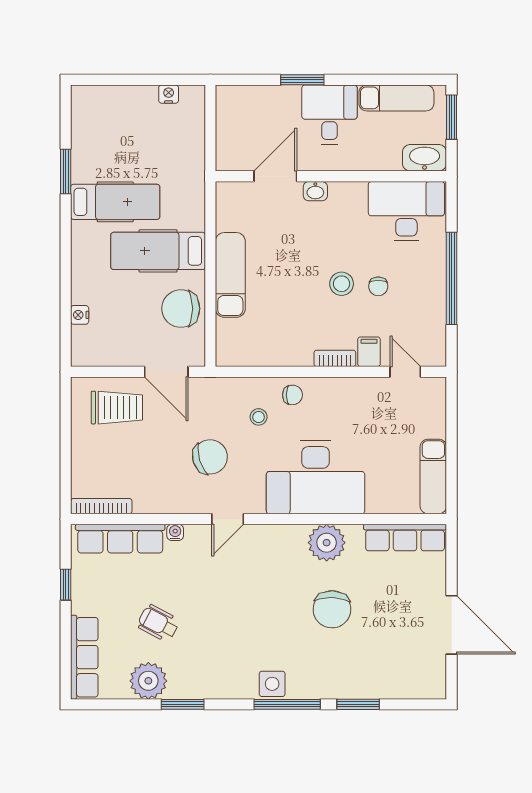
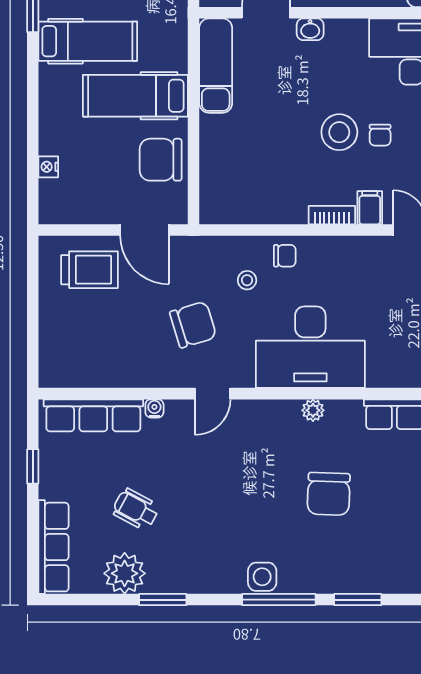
exam couch: (230, 275) -> (216, 66), moved
stool: (342, 284) -> (339, 132), width x1.38, depth x1.38
bookcase: (101, 506) -> (72, 379), removed
plant: (327, 543) -> (313, 410), width x0.53, depth x0.53

